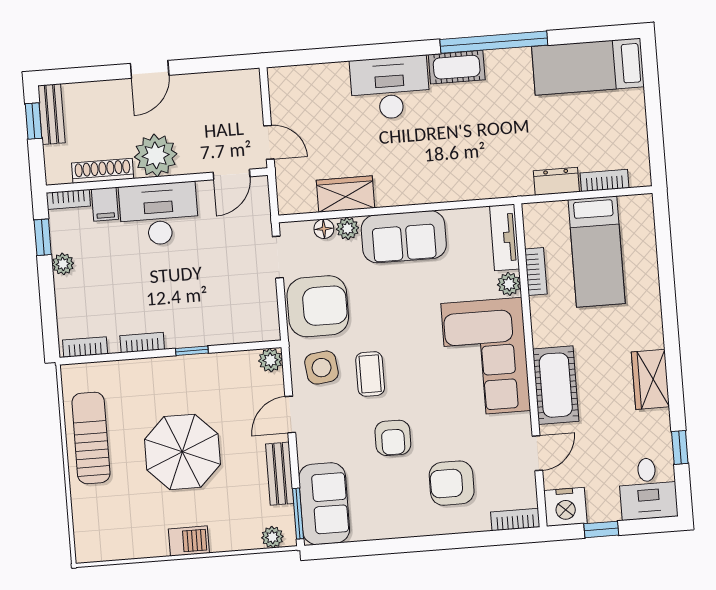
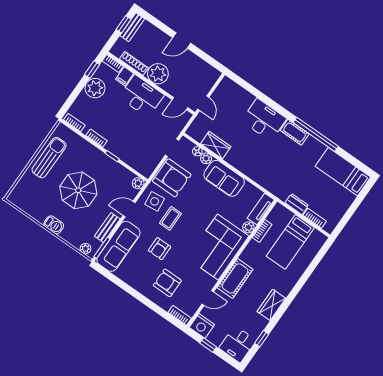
plant: (63, 264) -> (95, 88), width x1.88, depth x1.88
sofa: (324, 504) -> (118, 246), width x1.36

